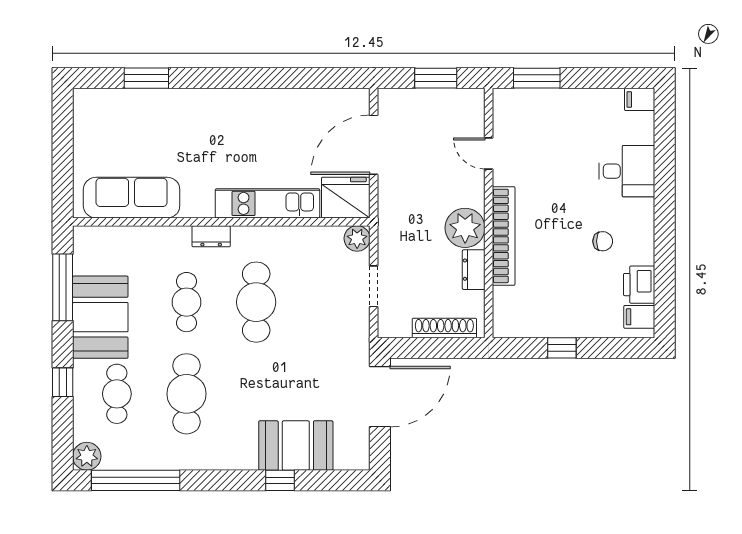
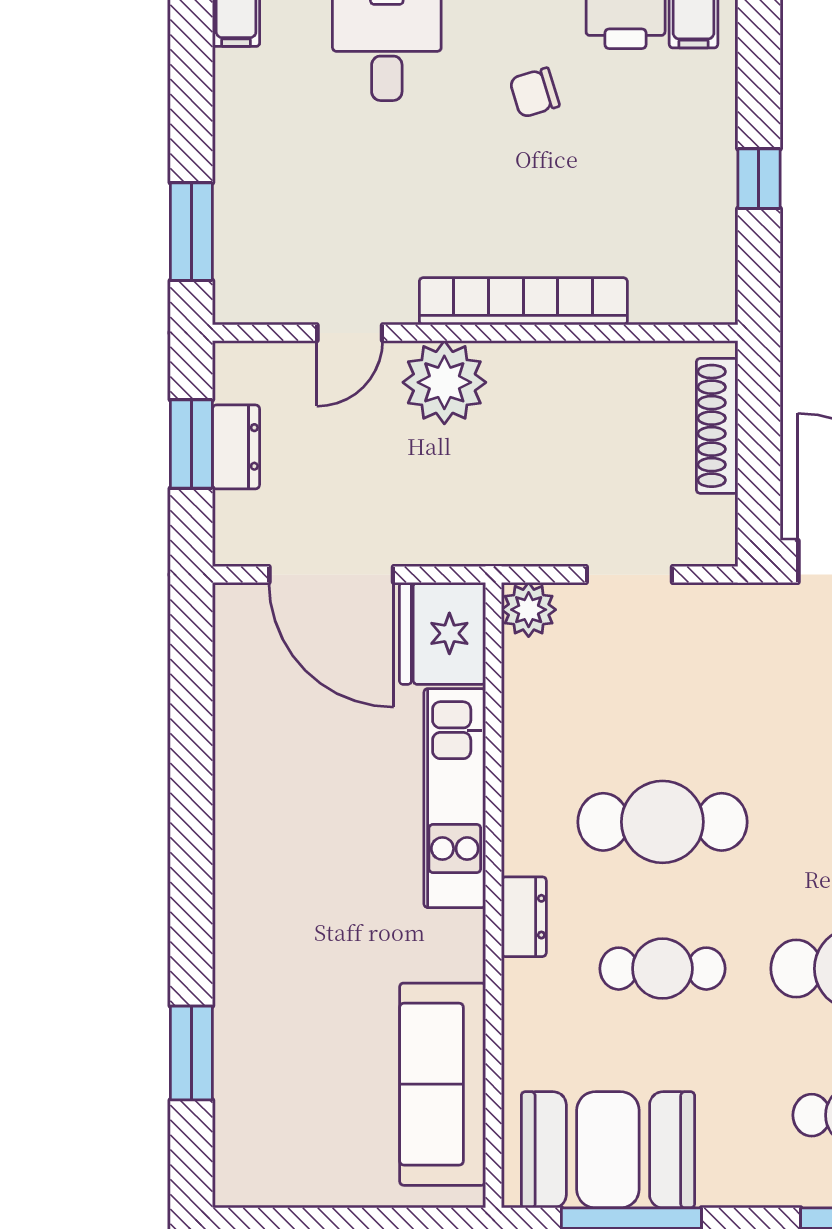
plant: (465, 228) -> (444, 382), moved
chair: (603, 241) -> (534, 93), turned -107
dresser: (474, 270) -> (236, 447), moved, turned -90
booth: (100, 317) -> (608, 1150), moved

